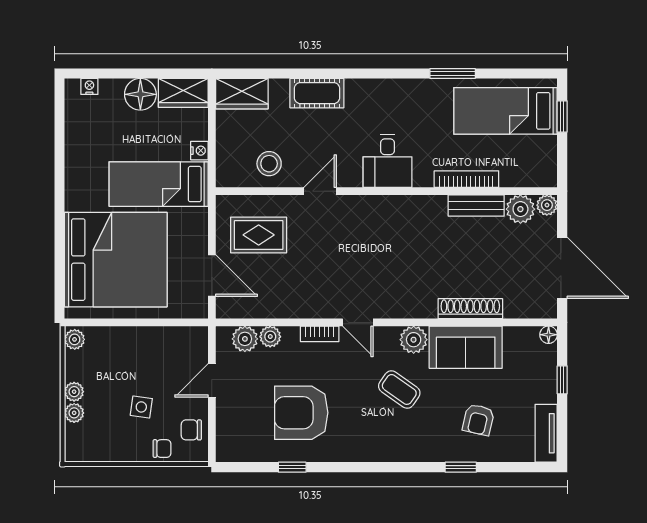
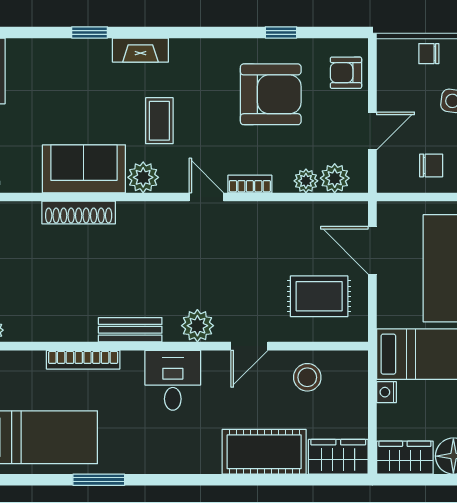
cot: (317, 93) -> (264, 452), width x1.37, depth x1.34
bench: (476, 205) -> (130, 330), moved
plant: (520, 209) -> (197, 326), moved
coffee table: (399, 389) -> (159, 121), turned 55
armchair: (478, 420) -> (346, 73), moved, turned -103
chair: (191, 430) -> (431, 165), moved
fireplace: (416, 452) -> (140, 50), added

